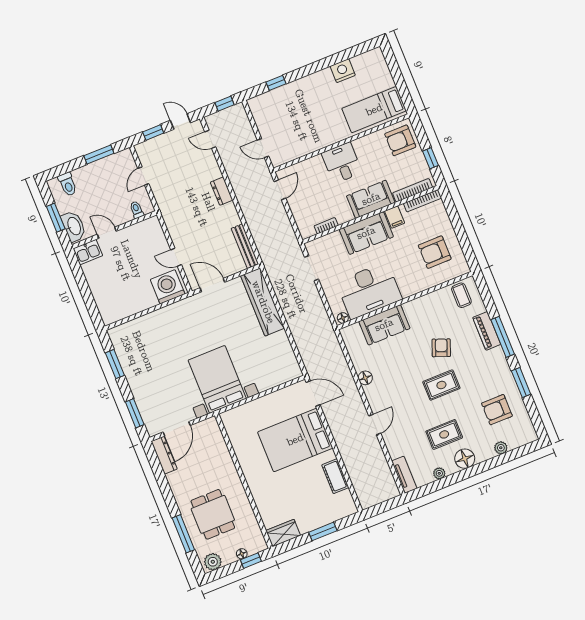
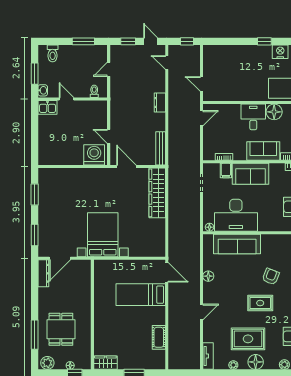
window: (276, 83) -> (264, 41), moved
floor lamp: (365, 147) -> (274, 112), added
filing cabinet: (395, 217) -> (226, 170), moved
washbasin: (74, 226) -> (43, 90), width x0.52, depth x0.69
sofa: (384, 325) -> (237, 244), width x1.36
rug: (444, 434) -> (248, 339), width x1.36, depth x1.43
bed: (295, 440) -> (141, 295), width x0.67

